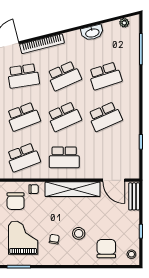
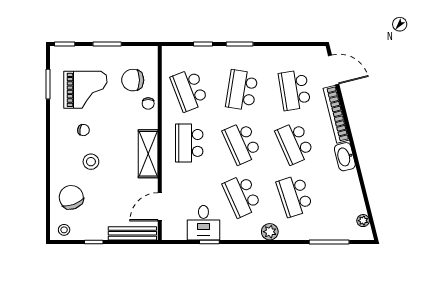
washbasin: (92, 33) -> (345, 157), moved
plant: (133, 95) -> (270, 232), added
school desk: (23, 117) -> (242, 90), turned 30
desk: (126, 146) -> (203, 223), added
shelving: (73, 189) -> (148, 154), width x0.68
bench: (134, 196) -> (132, 233), width x1.36
chair: (106, 249) -> (71, 197), turned -110

